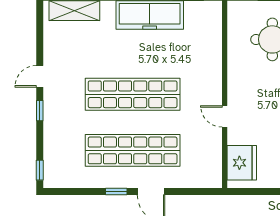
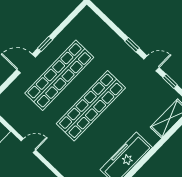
door: (40, 76) -> (151, 63), hinge flipped
window: (40, 170) -> (170, 81), moved

